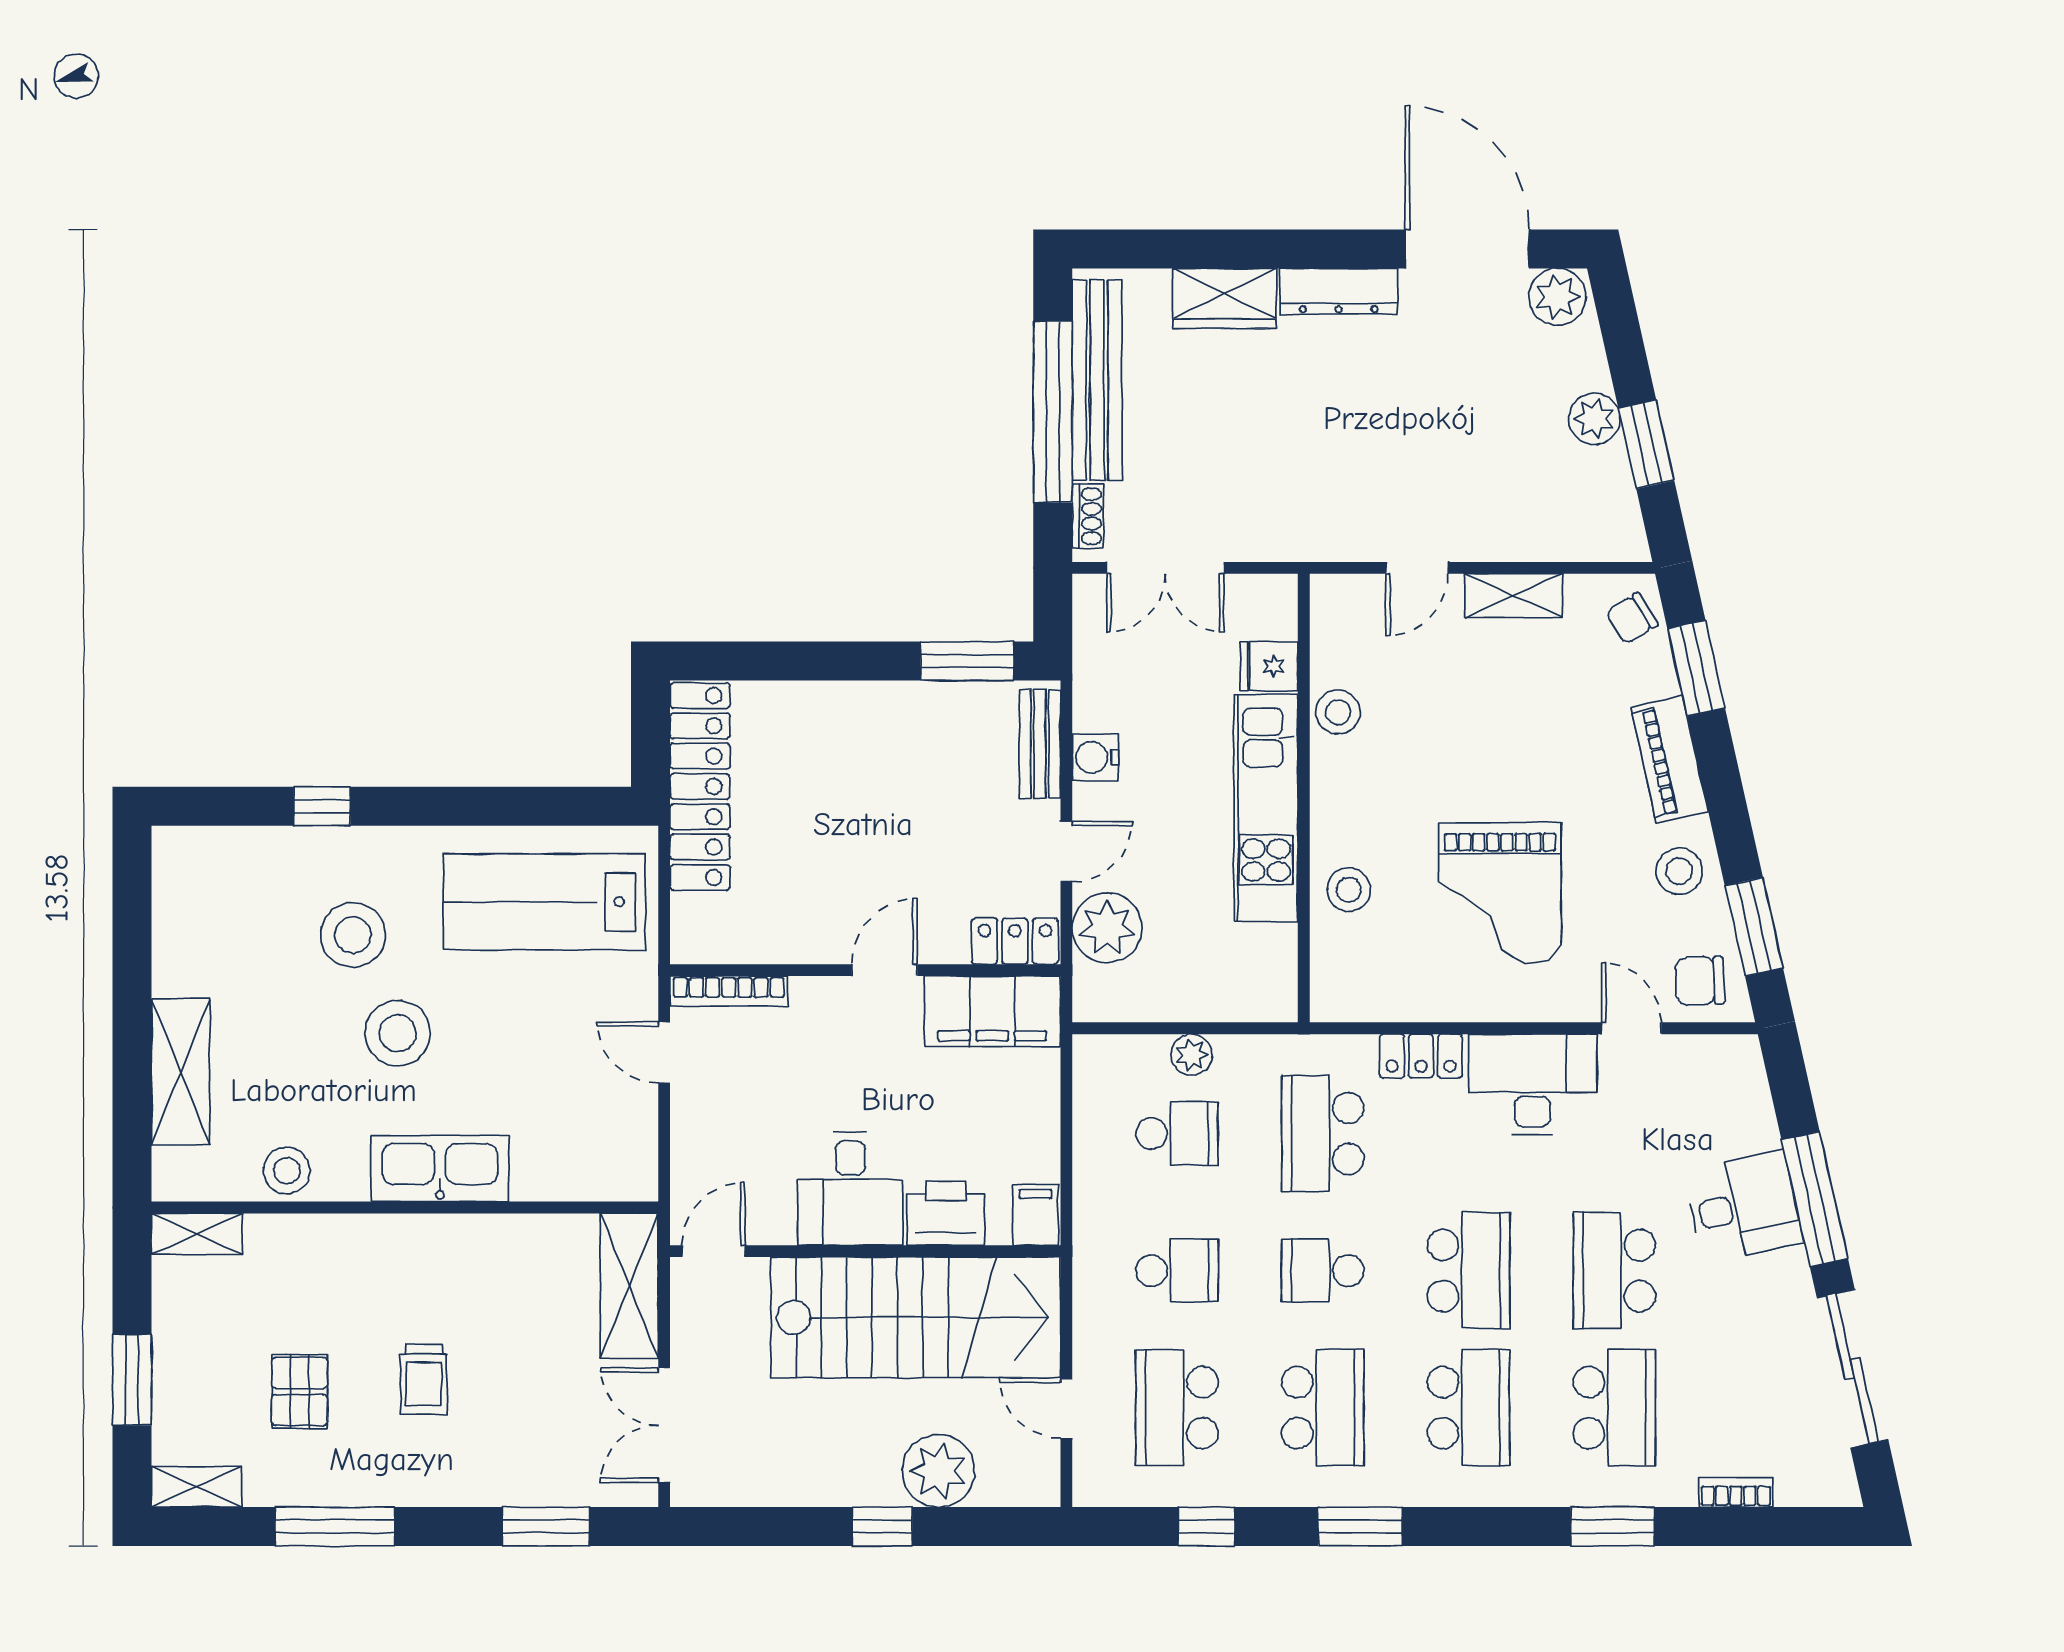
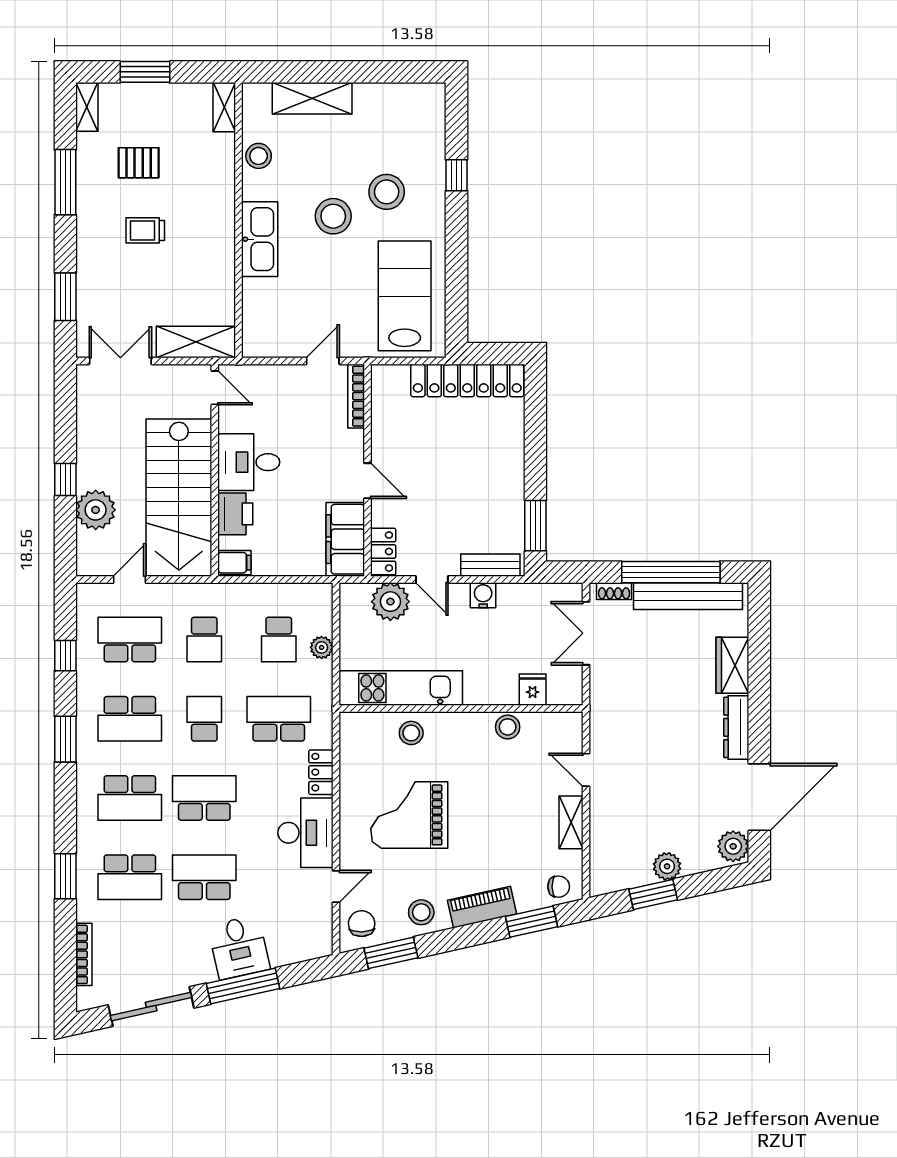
chair: (1632, 618) -> (559, 887), turned 121
kitchen unit: (1266, 808) -> (401, 688), moved
school desk: (1469, 1271) -> (204, 798), turned 180
bookcase: (1736, 1492) -> (84, 954), width x1.56

